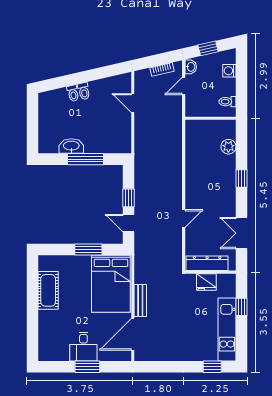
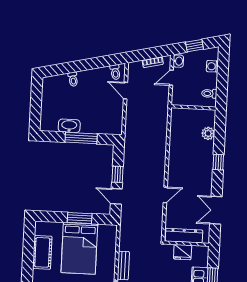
toilet: (84, 91) -> (115, 72), moved
bed: (111, 284) -> (79, 248), moved

